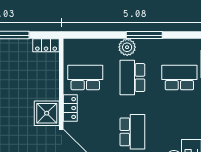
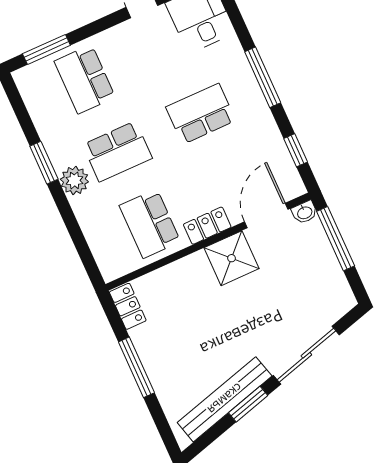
window: (144, 35) -> (44, 163), width x0.69

